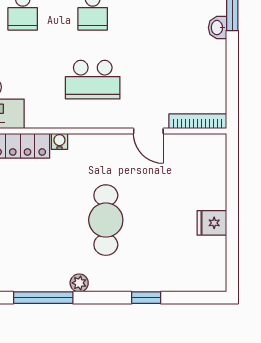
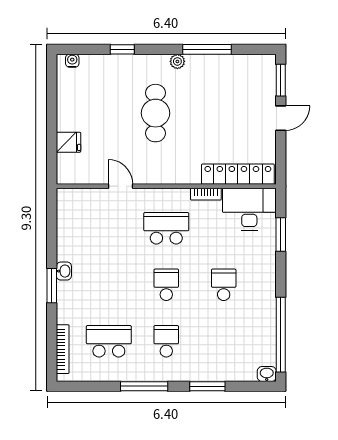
bookcase: (198, 121) -> (206, 194), moved, width x0.64
water cooler: (59, 141) -> (72, 61), moved, turned 180
fridge: (212, 223) -> (69, 142), moved

